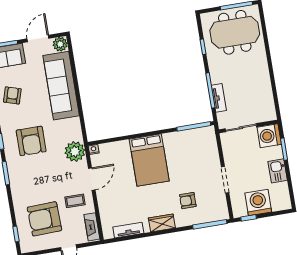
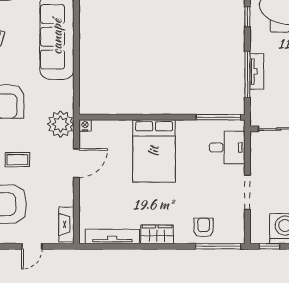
tv unit: (219, 98) -> (257, 71), moved
desk: (204, 148) -> (227, 147), added
coffee table: (75, 201) -> (17, 160), moved
armchair: (188, 201) -> (204, 227), moved, turned 90
tv unit: (128, 230) -> (112, 236), width x1.41

